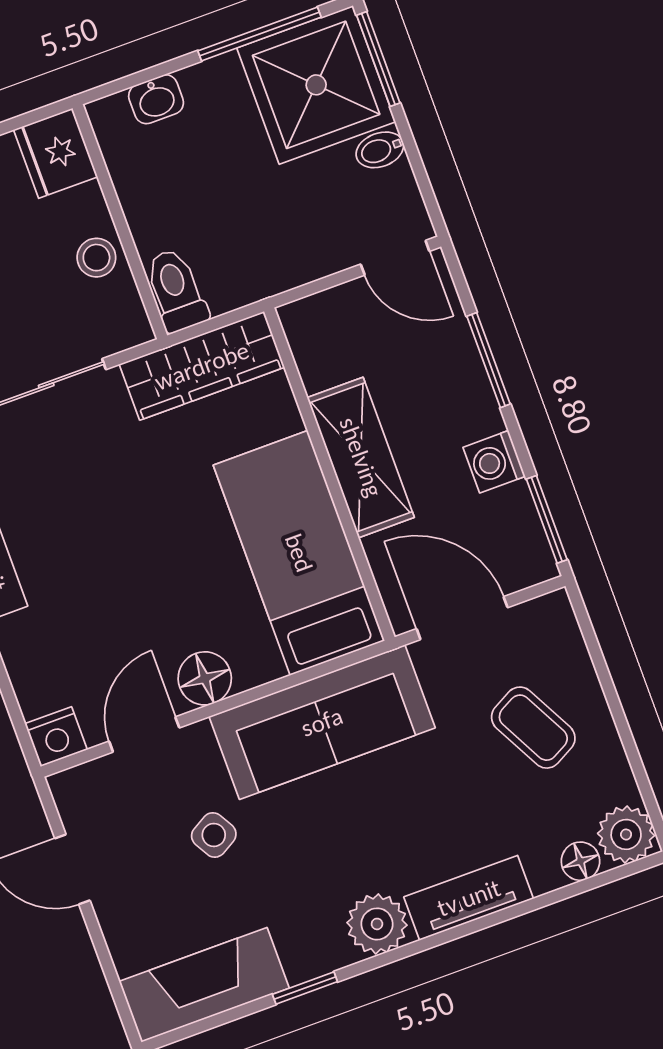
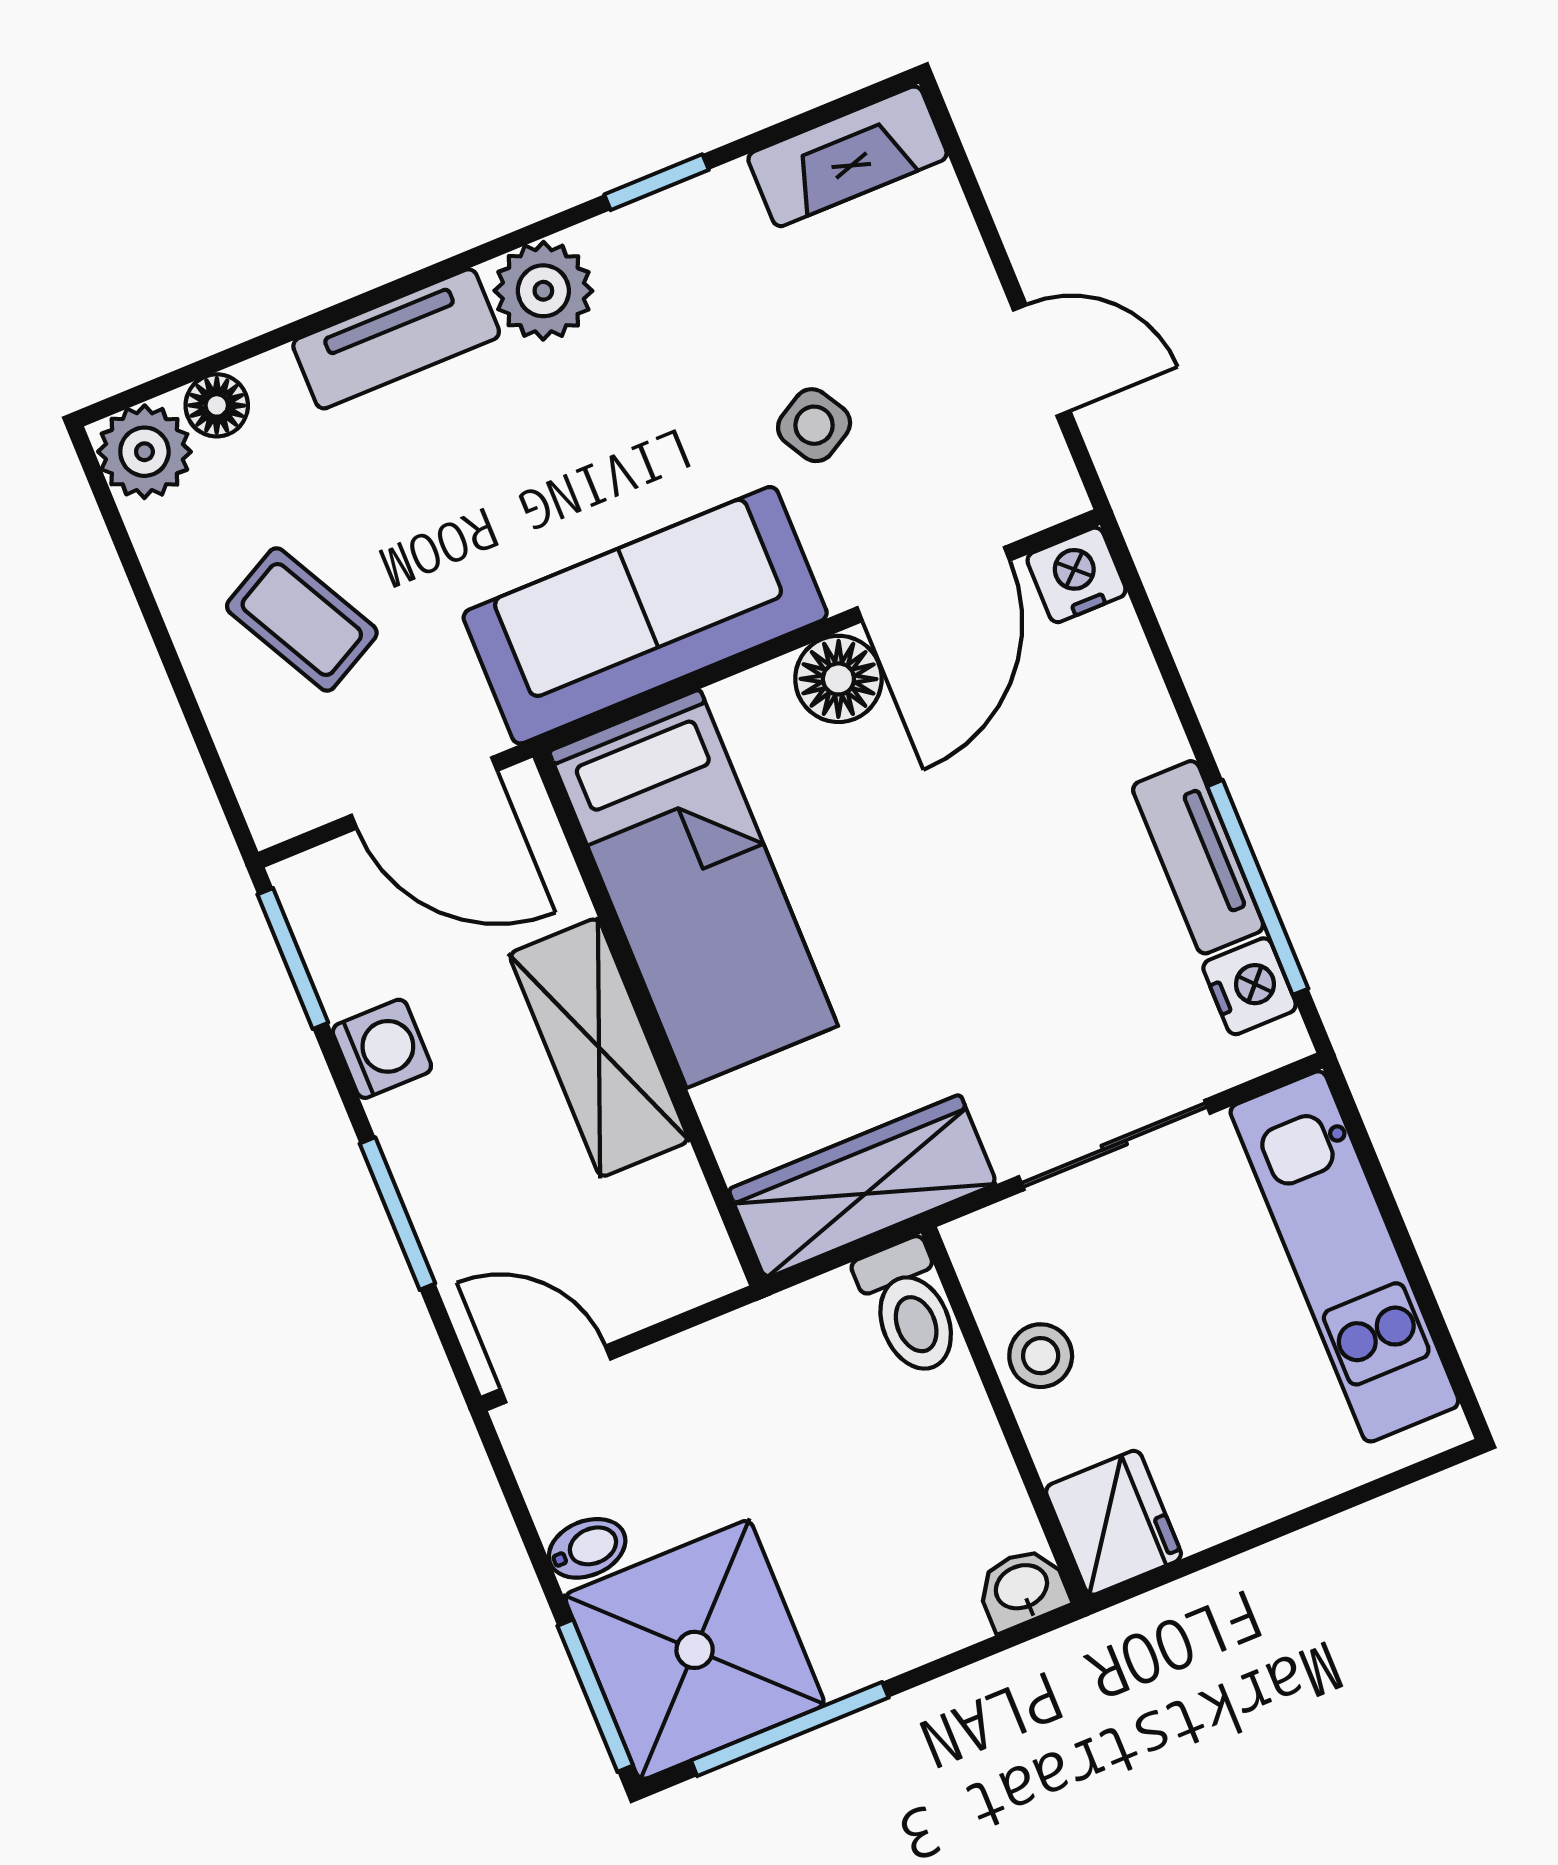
washbasin: (156, 99) -> (1022, 1589), moved
door: (144, 734) -> (933, 584), width x1.38
fireplace: (204, 985) -> (848, 156), width x0.73, depth x0.76

